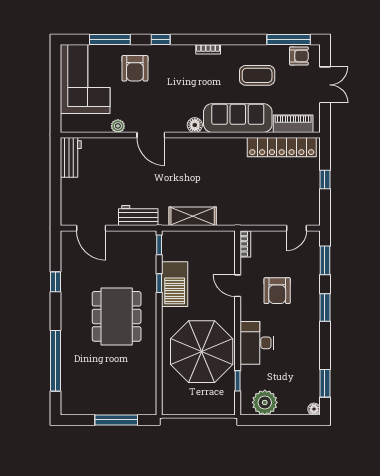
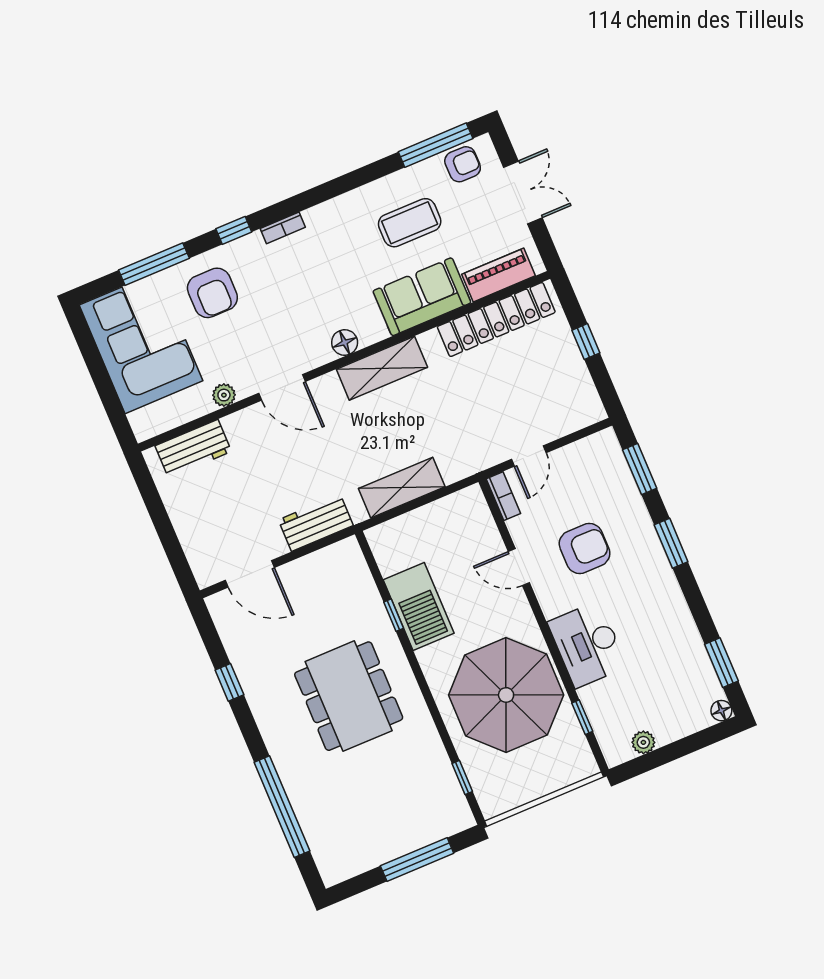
bookcase: (208, 49) -> (283, 228), moved
sofa: (238, 118) -> (422, 297), width x0.73
shelving: (209, 147) -> (382, 368), added
workbench: (71, 157) -> (193, 449), moved, turned 90
door: (296, 228) -> (529, 456), moved
window: (159, 245) -> (462, 778), moved
armchair: (277, 291) -> (585, 549), turned -90
plant: (265, 402) -> (643, 742), width x0.53, depth x0.53

